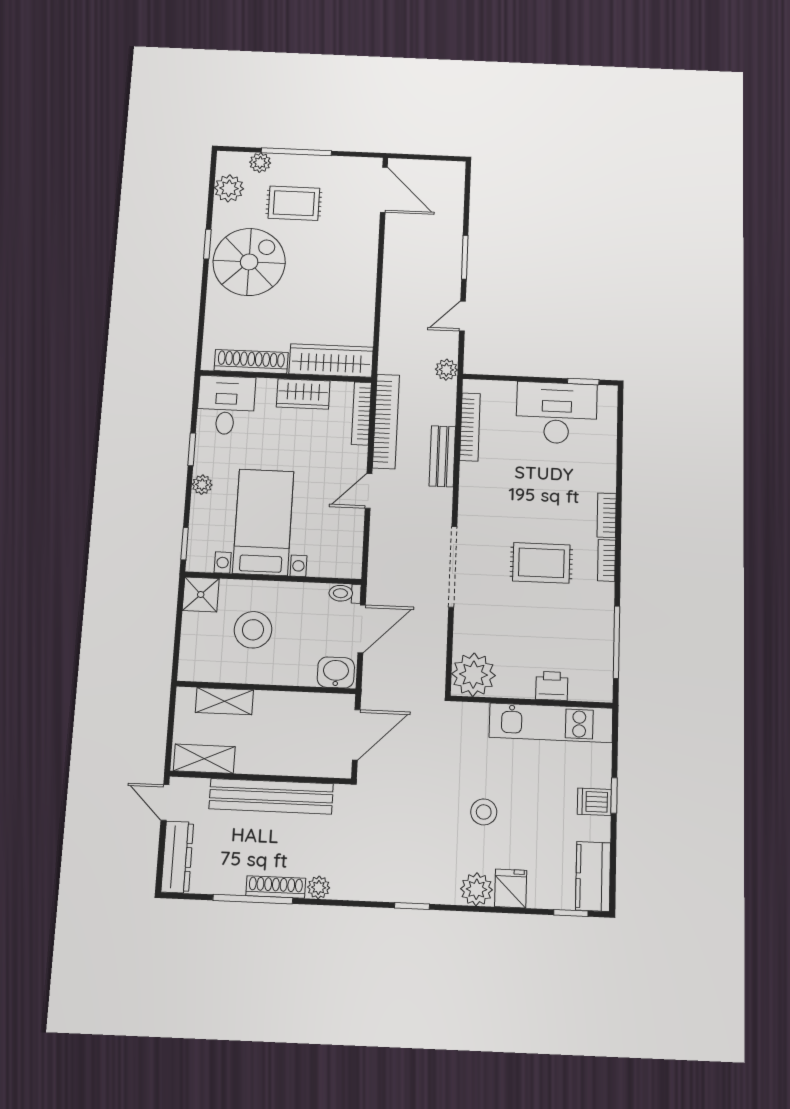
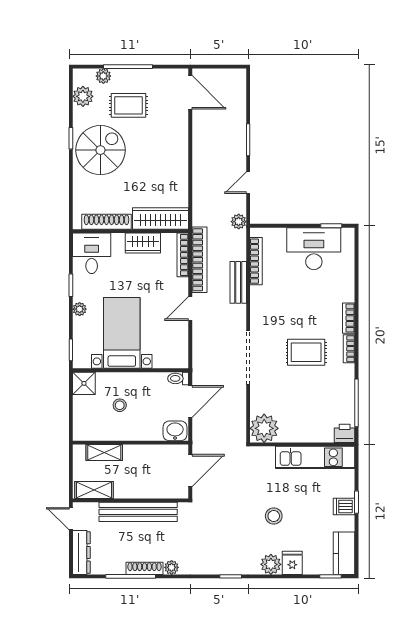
stool: (253, 630) -> (120, 405), width x0.53, depth x0.53
printer: (552, 686) -> (345, 433), moved

